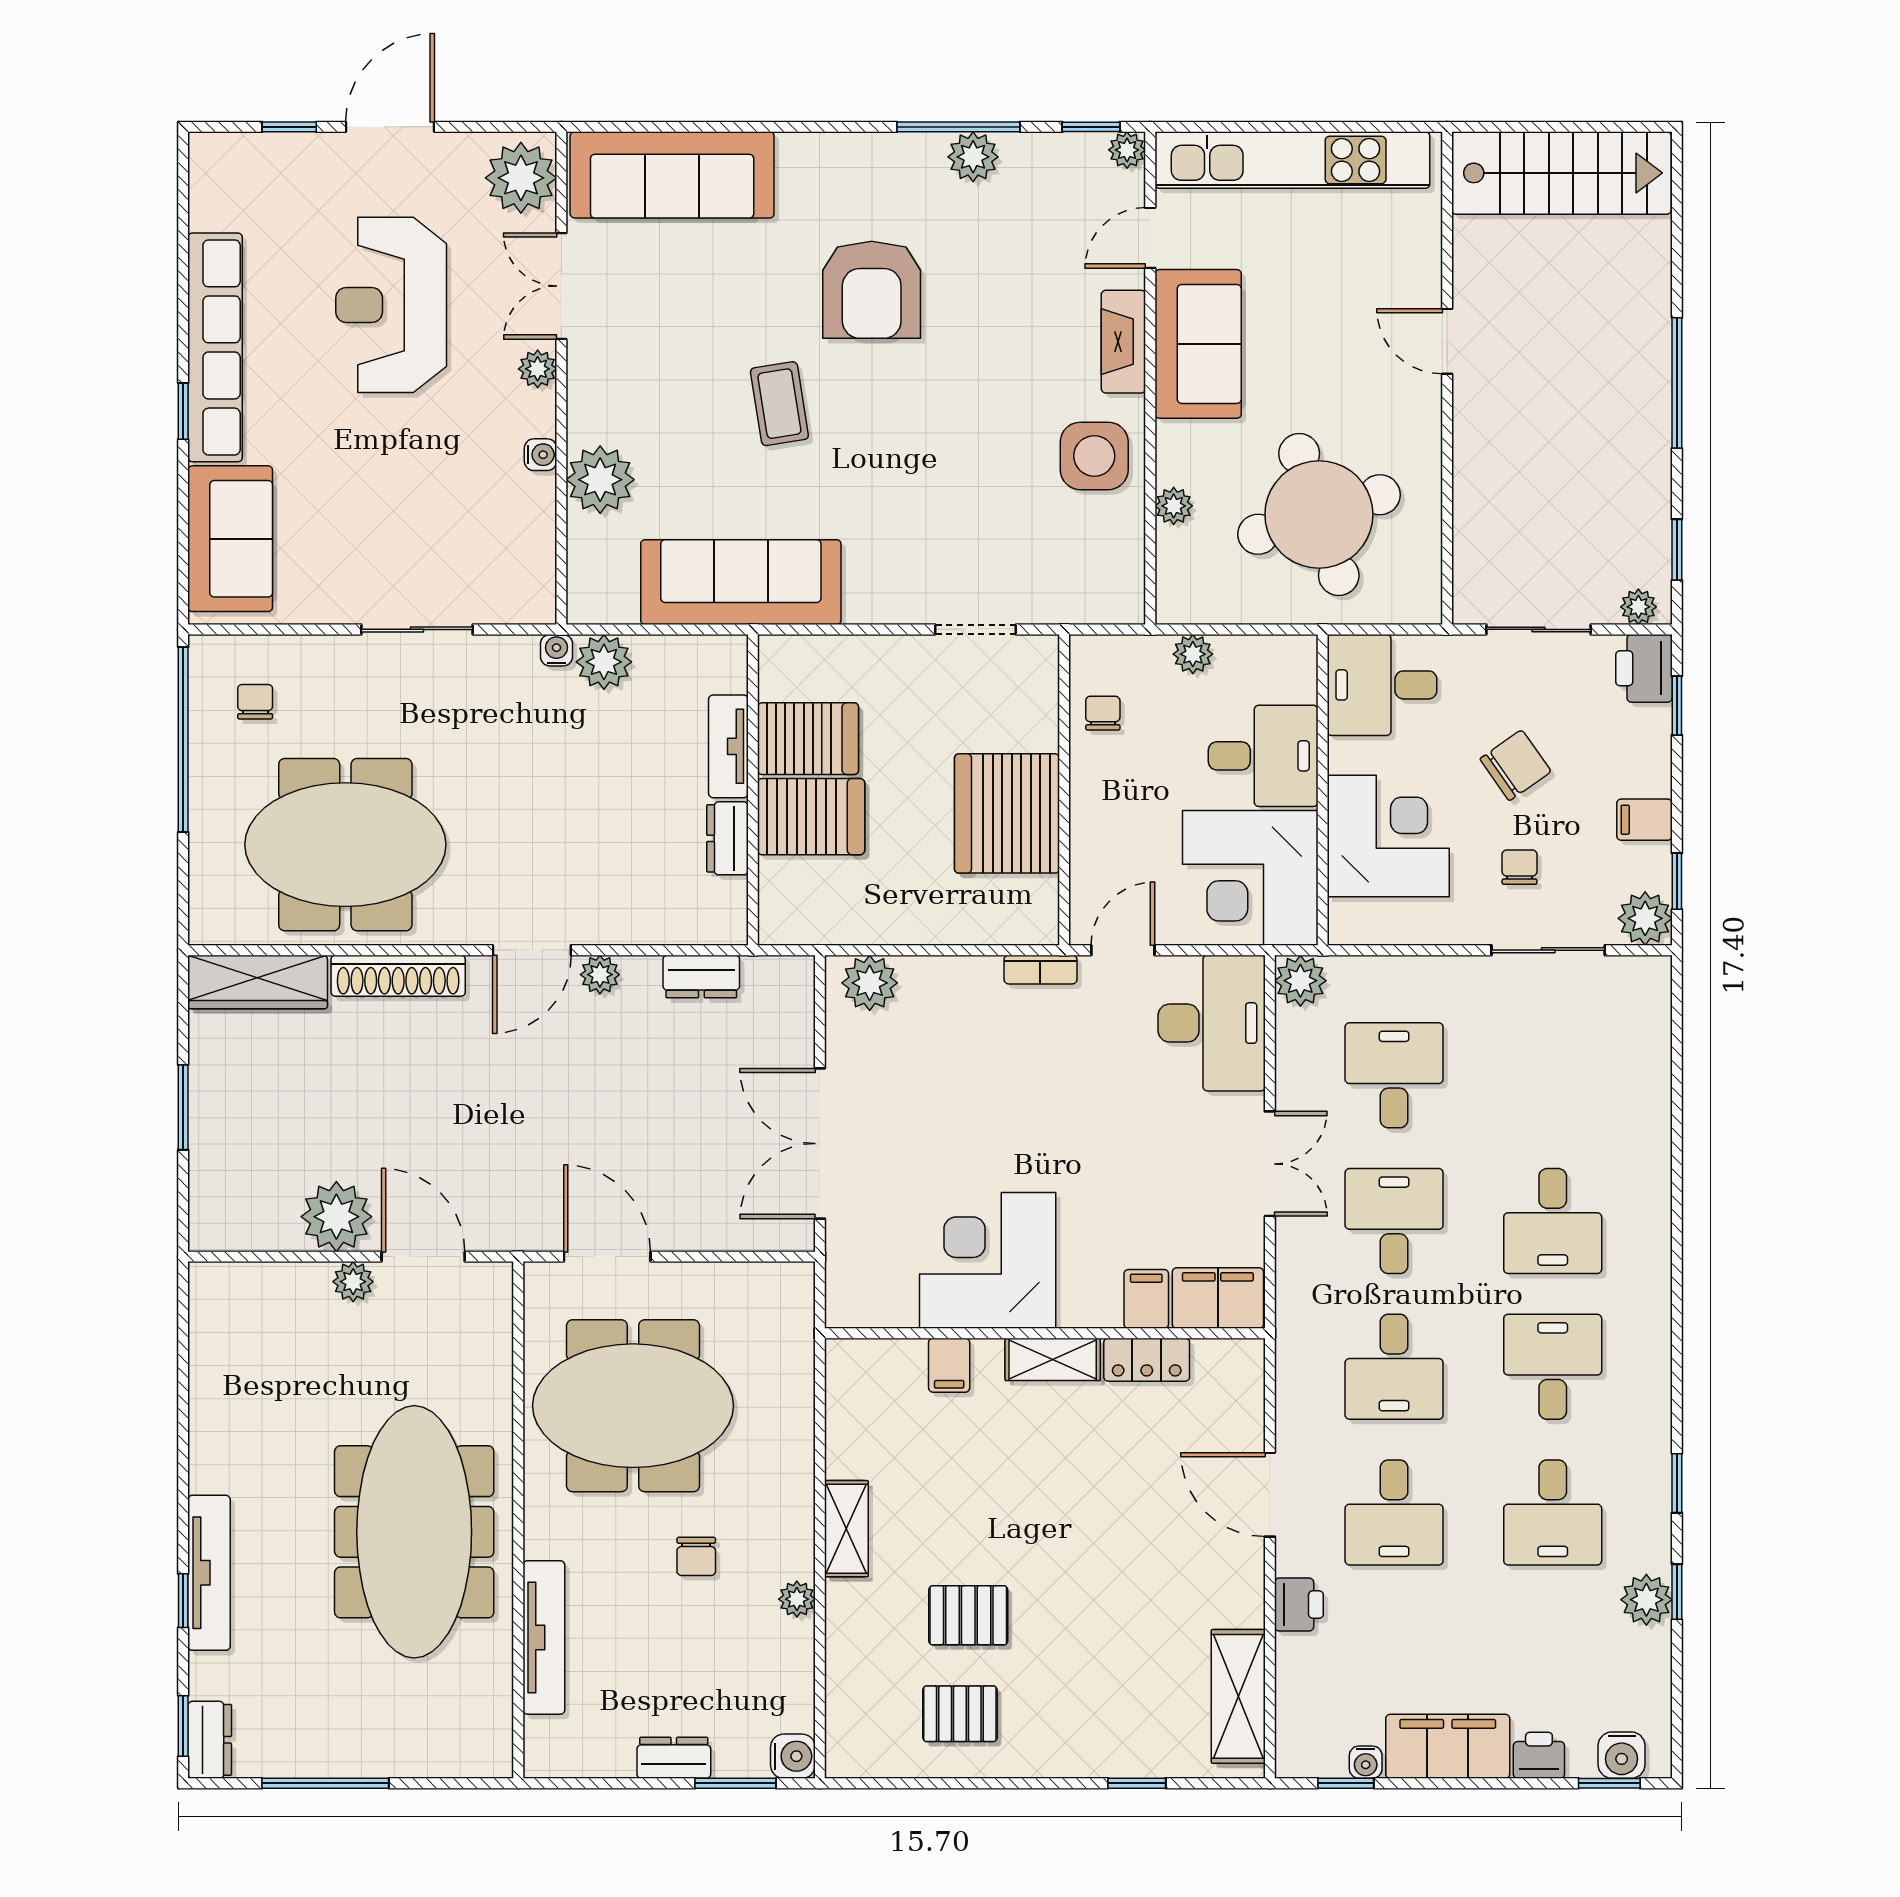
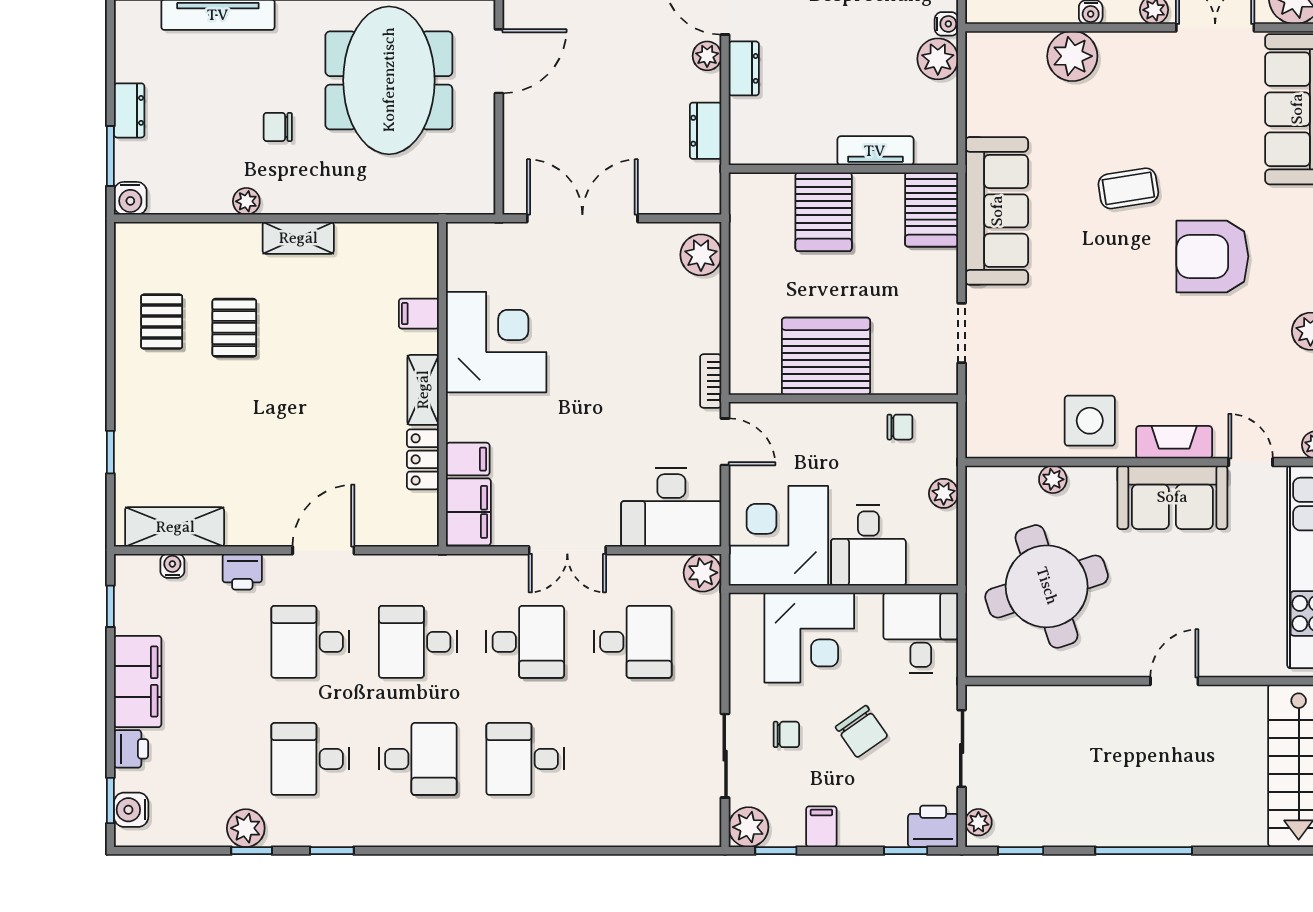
sofa: (741, 582) -> (997, 211), moved
server rack: (808, 739) -> (932, 209), moved
dresser: (727, 838) -> (744, 68), moved, turned 90
water cooler: (1366, 1762) -> (172, 566), moved, turned 90

